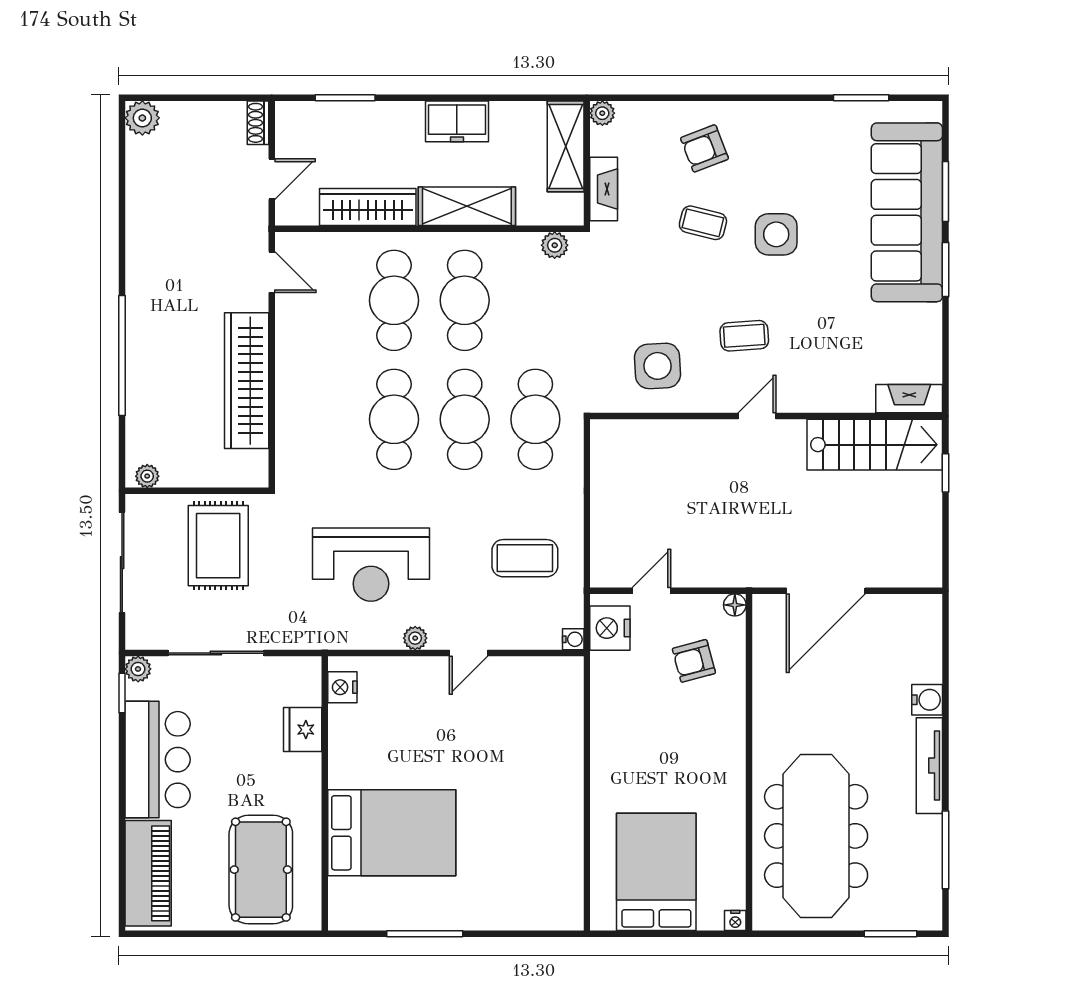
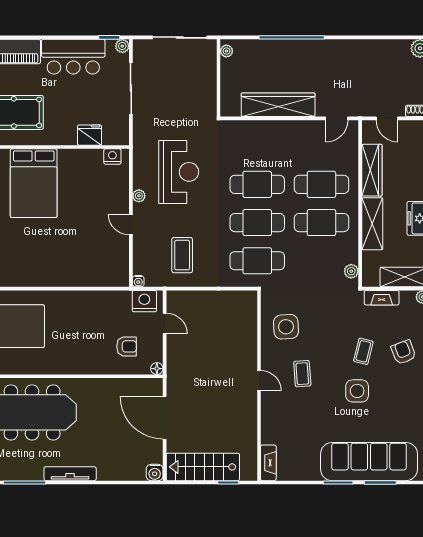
stairs: (875, 445) -> (203, 467), moved, turned 90
rug: (218, 546) -> (189, 89), removed
reception desk: (371, 565) -> (179, 172), turned 180
armchair: (694, 661) -> (127, 346), turned 105
water cooler: (927, 700) -> (155, 472), moved

